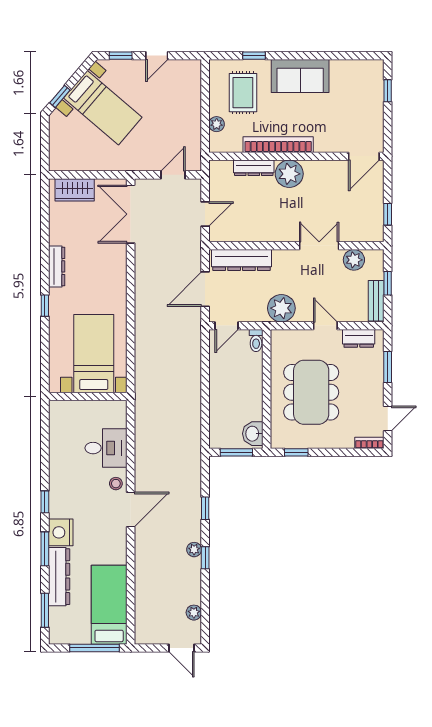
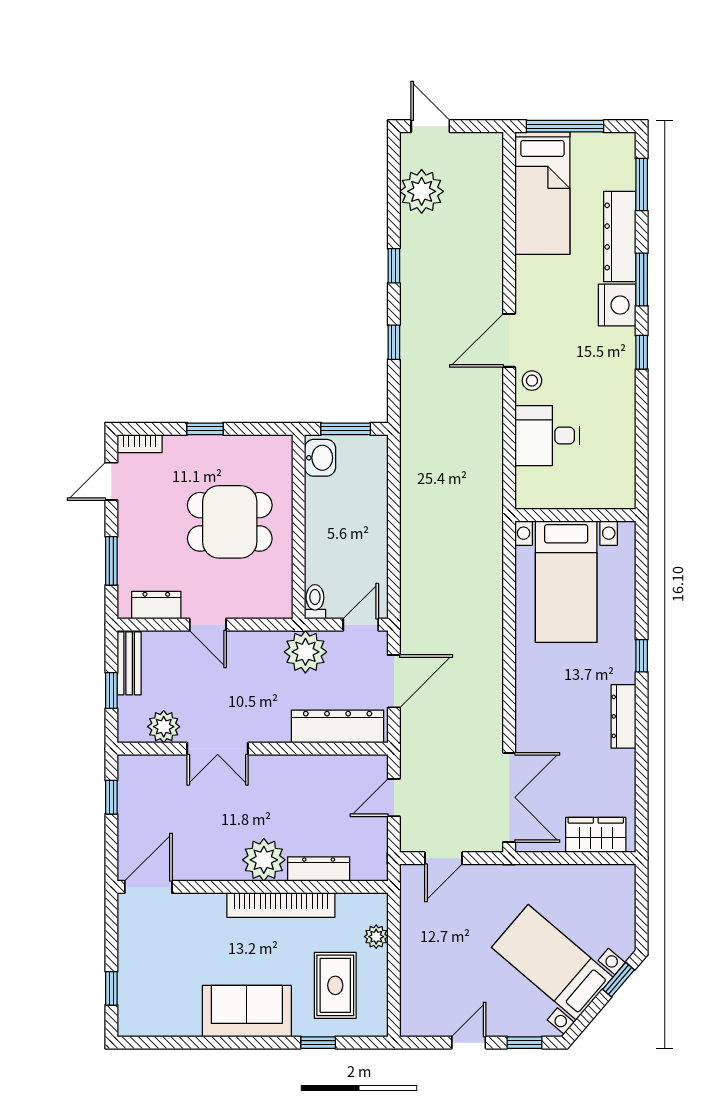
plant: (281, 308) -> (305, 652), moved
dining table: (311, 392) -> (230, 522), width x0.73
window: (296, 452) -> (205, 429), moved
plant: (194, 550) -> (411, 279), removed
plant: (194, 613) -> (422, 191), width x1.87, depth x1.87

